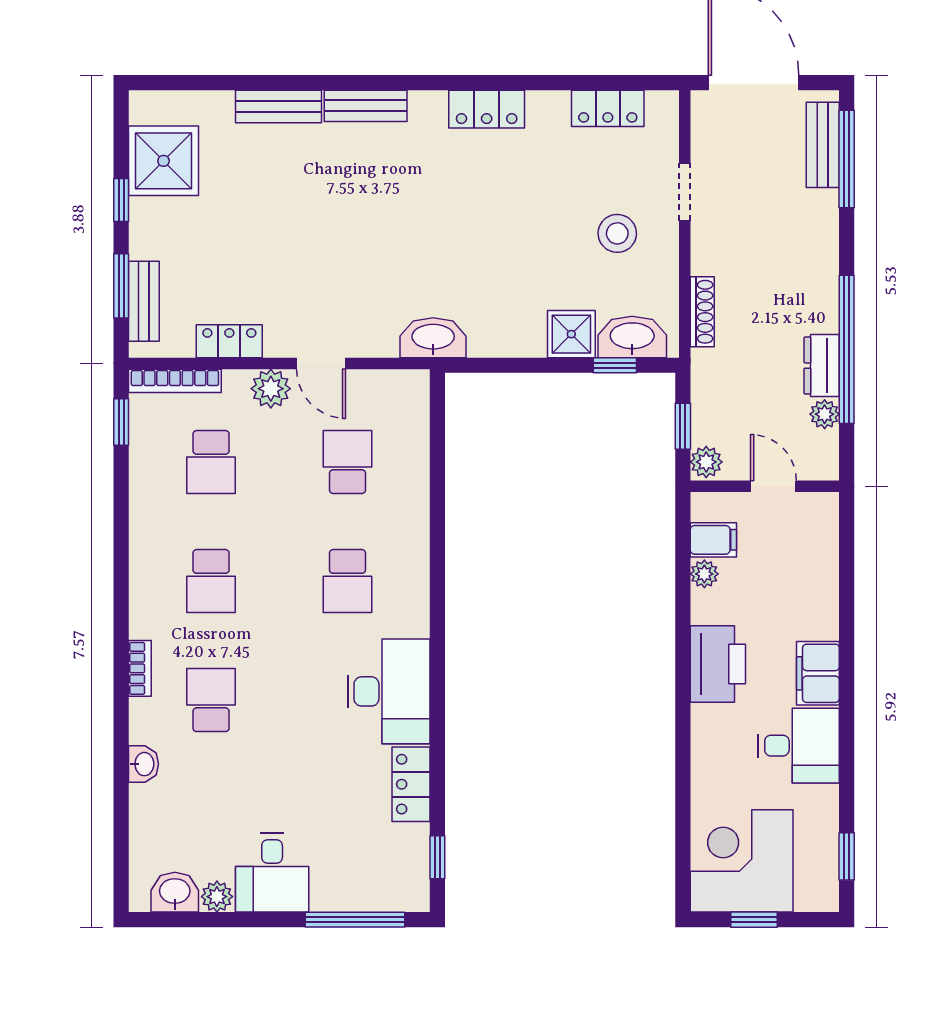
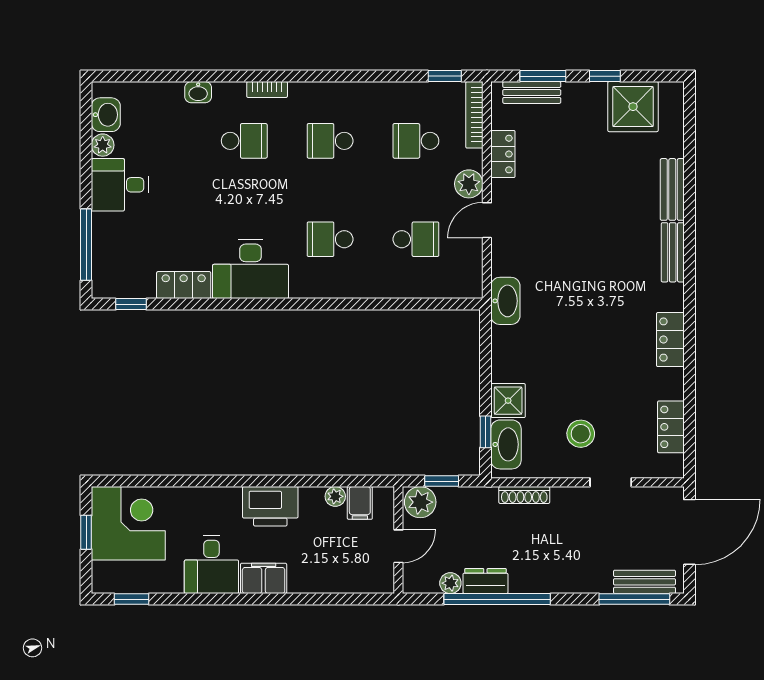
plant: (706, 462) -> (420, 502), width x1.38, depth x1.38

